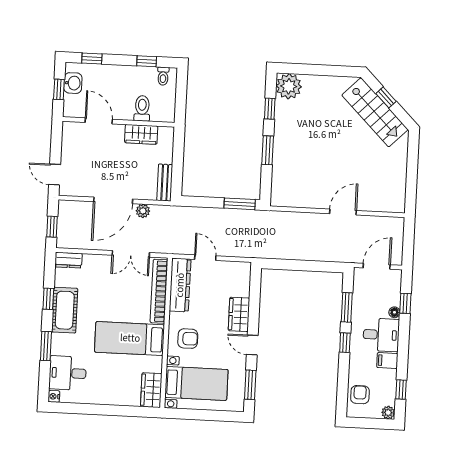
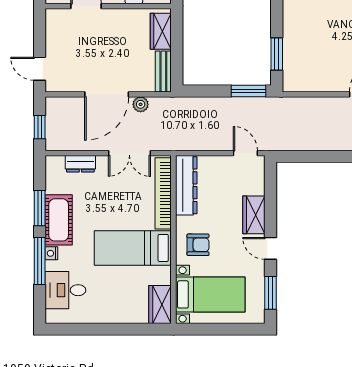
wardrobe: (141, 134) -> (161, 31), moved, turned 90
window: (268, 150) -> (277, 54), moved
door: (205, 258) -> (245, 153), moved
dresser: (69, 260) -> (80, 164), moved
window: (48, 299) -> (40, 208), width x1.50
window: (46, 346) -> (40, 261), width x1.44
nightstand: (54, 396) -> (51, 253), moved

